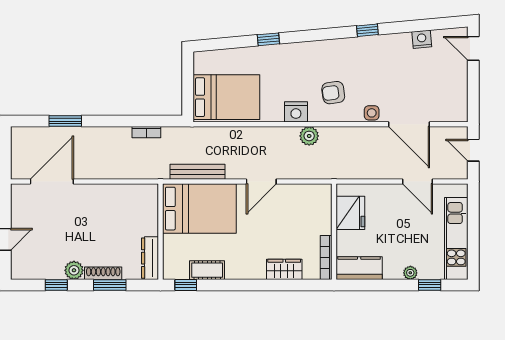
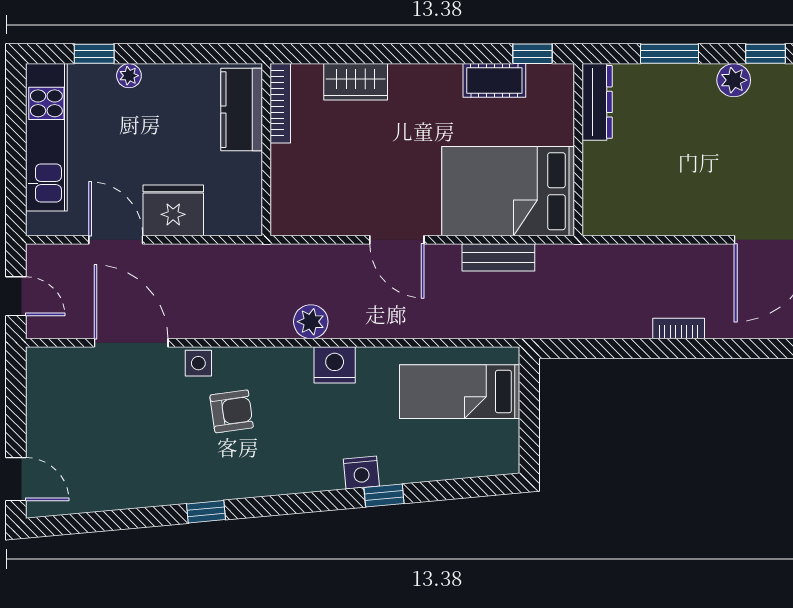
nightstand: (422, 39) -> (361, 472), moved
armchair: (333, 93) -> (232, 411), moved
bed: (226, 97) -> (460, 392), width x0.67
window: (65, 121) -> (749, 348), removed
bookcase: (146, 132) -> (679, 329), moved
bench: (197, 172) -> (498, 257), width x0.73
door: (261, 182) -> (397, 240), swing flipped
fridge: (350, 213) -> (173, 210), moved, turned 90
kitchen counter: (359, 268) -> (242, 110), moved, turned 90
shoe rack: (103, 273) -> (681, 75), removed

